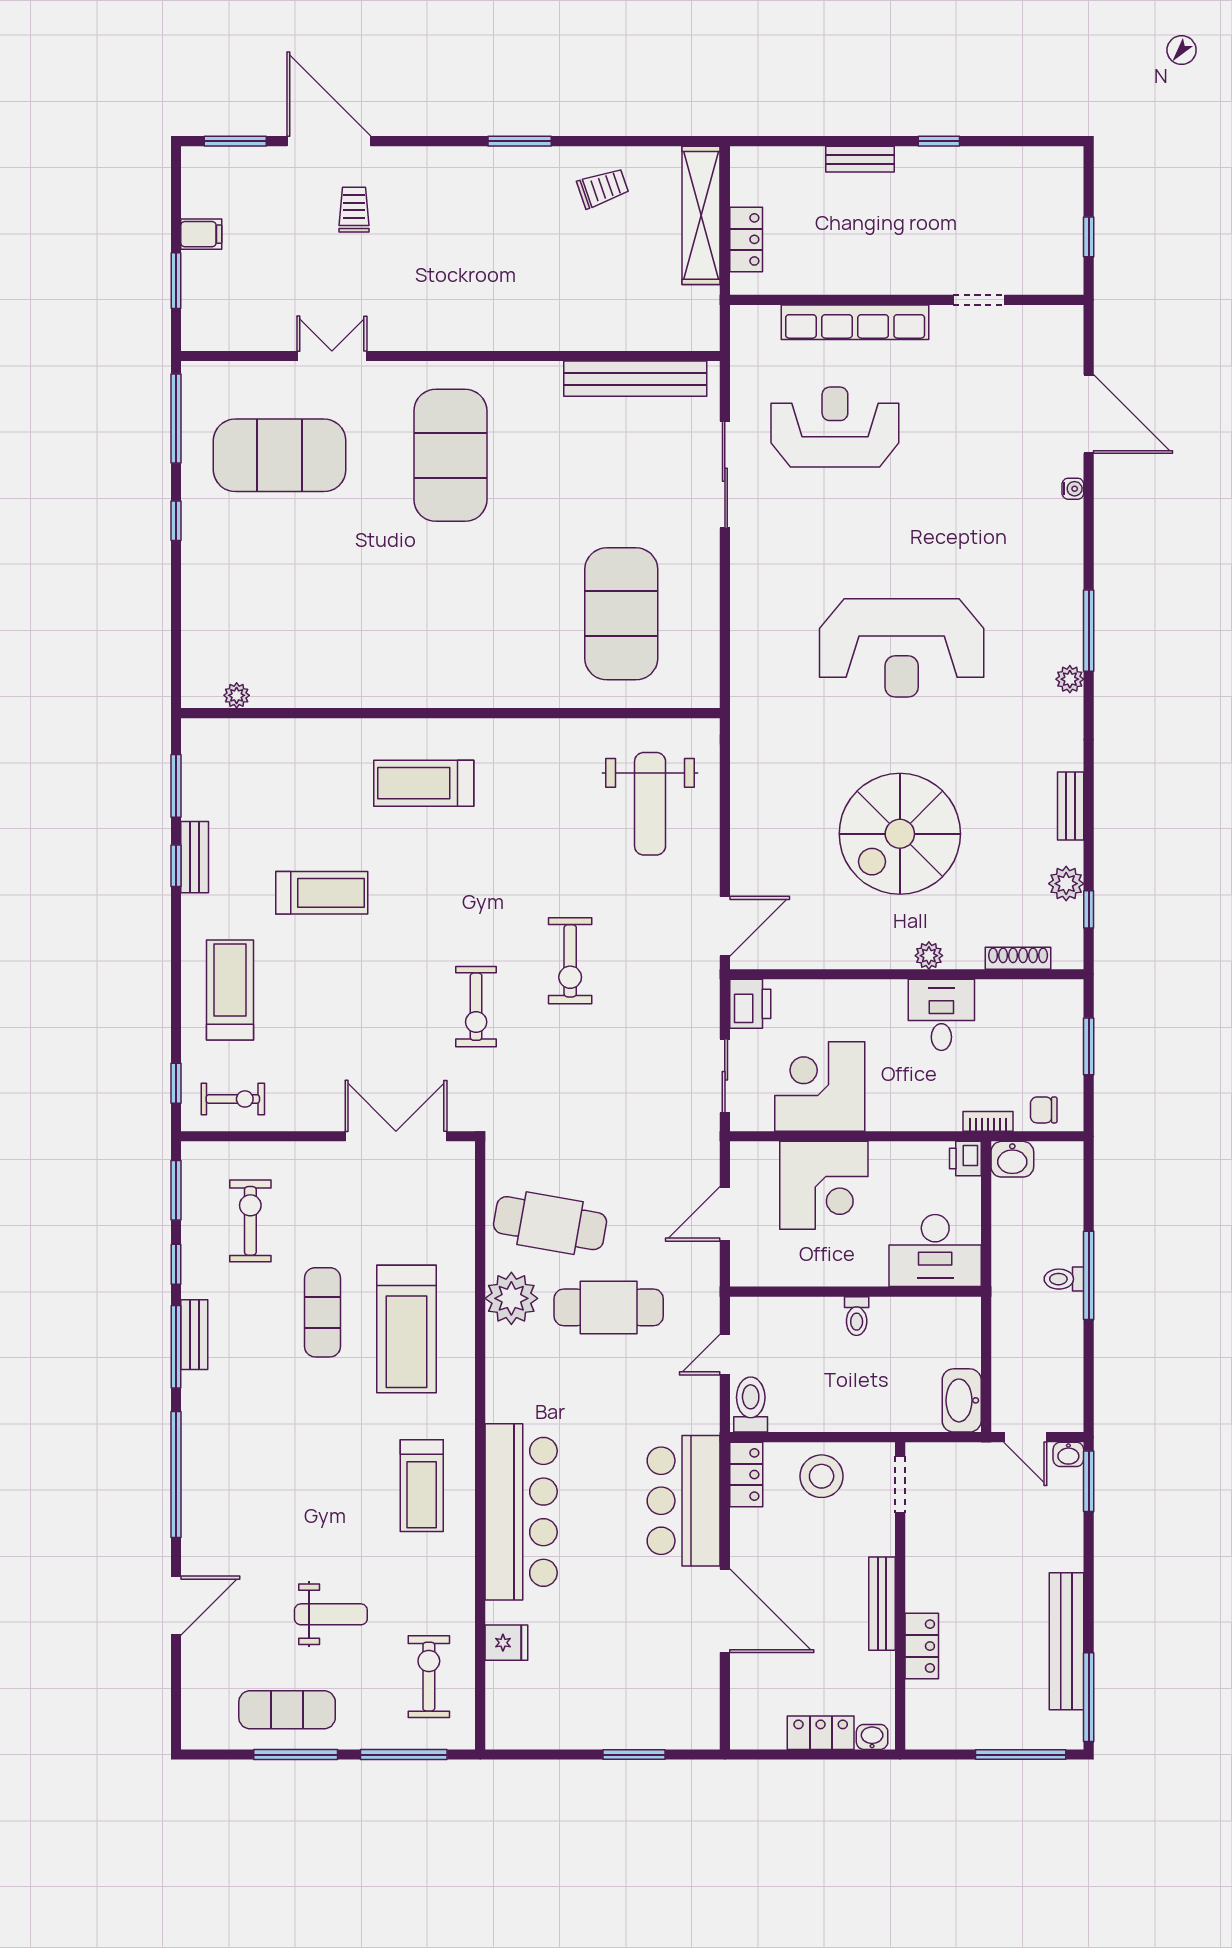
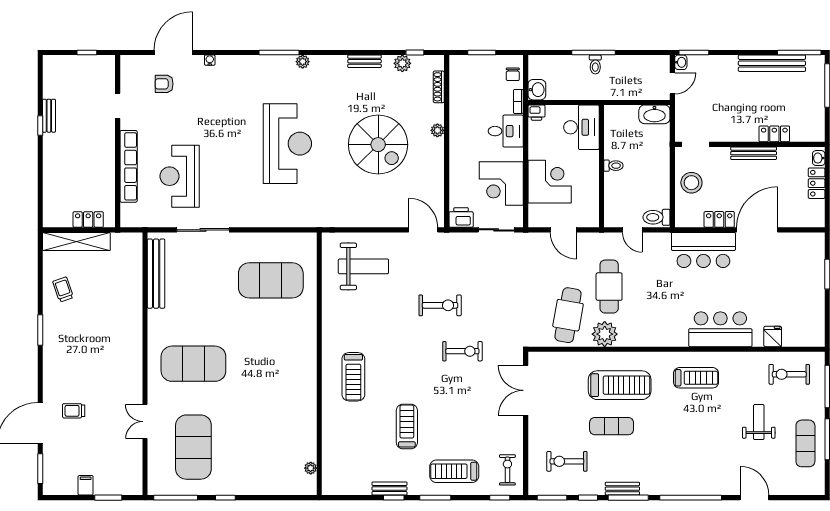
bench: (860, 159) -> (49, 116), moved
armchair: (1024, 395) -> (164, 84), added
window: (176, 786) -> (435, 498), moved
desk: (941, 1015) -> (506, 131), moved, turned 180
locker: (746, 1475) -> (719, 219), moved
bar counter: (521, 1512) -> (720, 329), width x0.73

